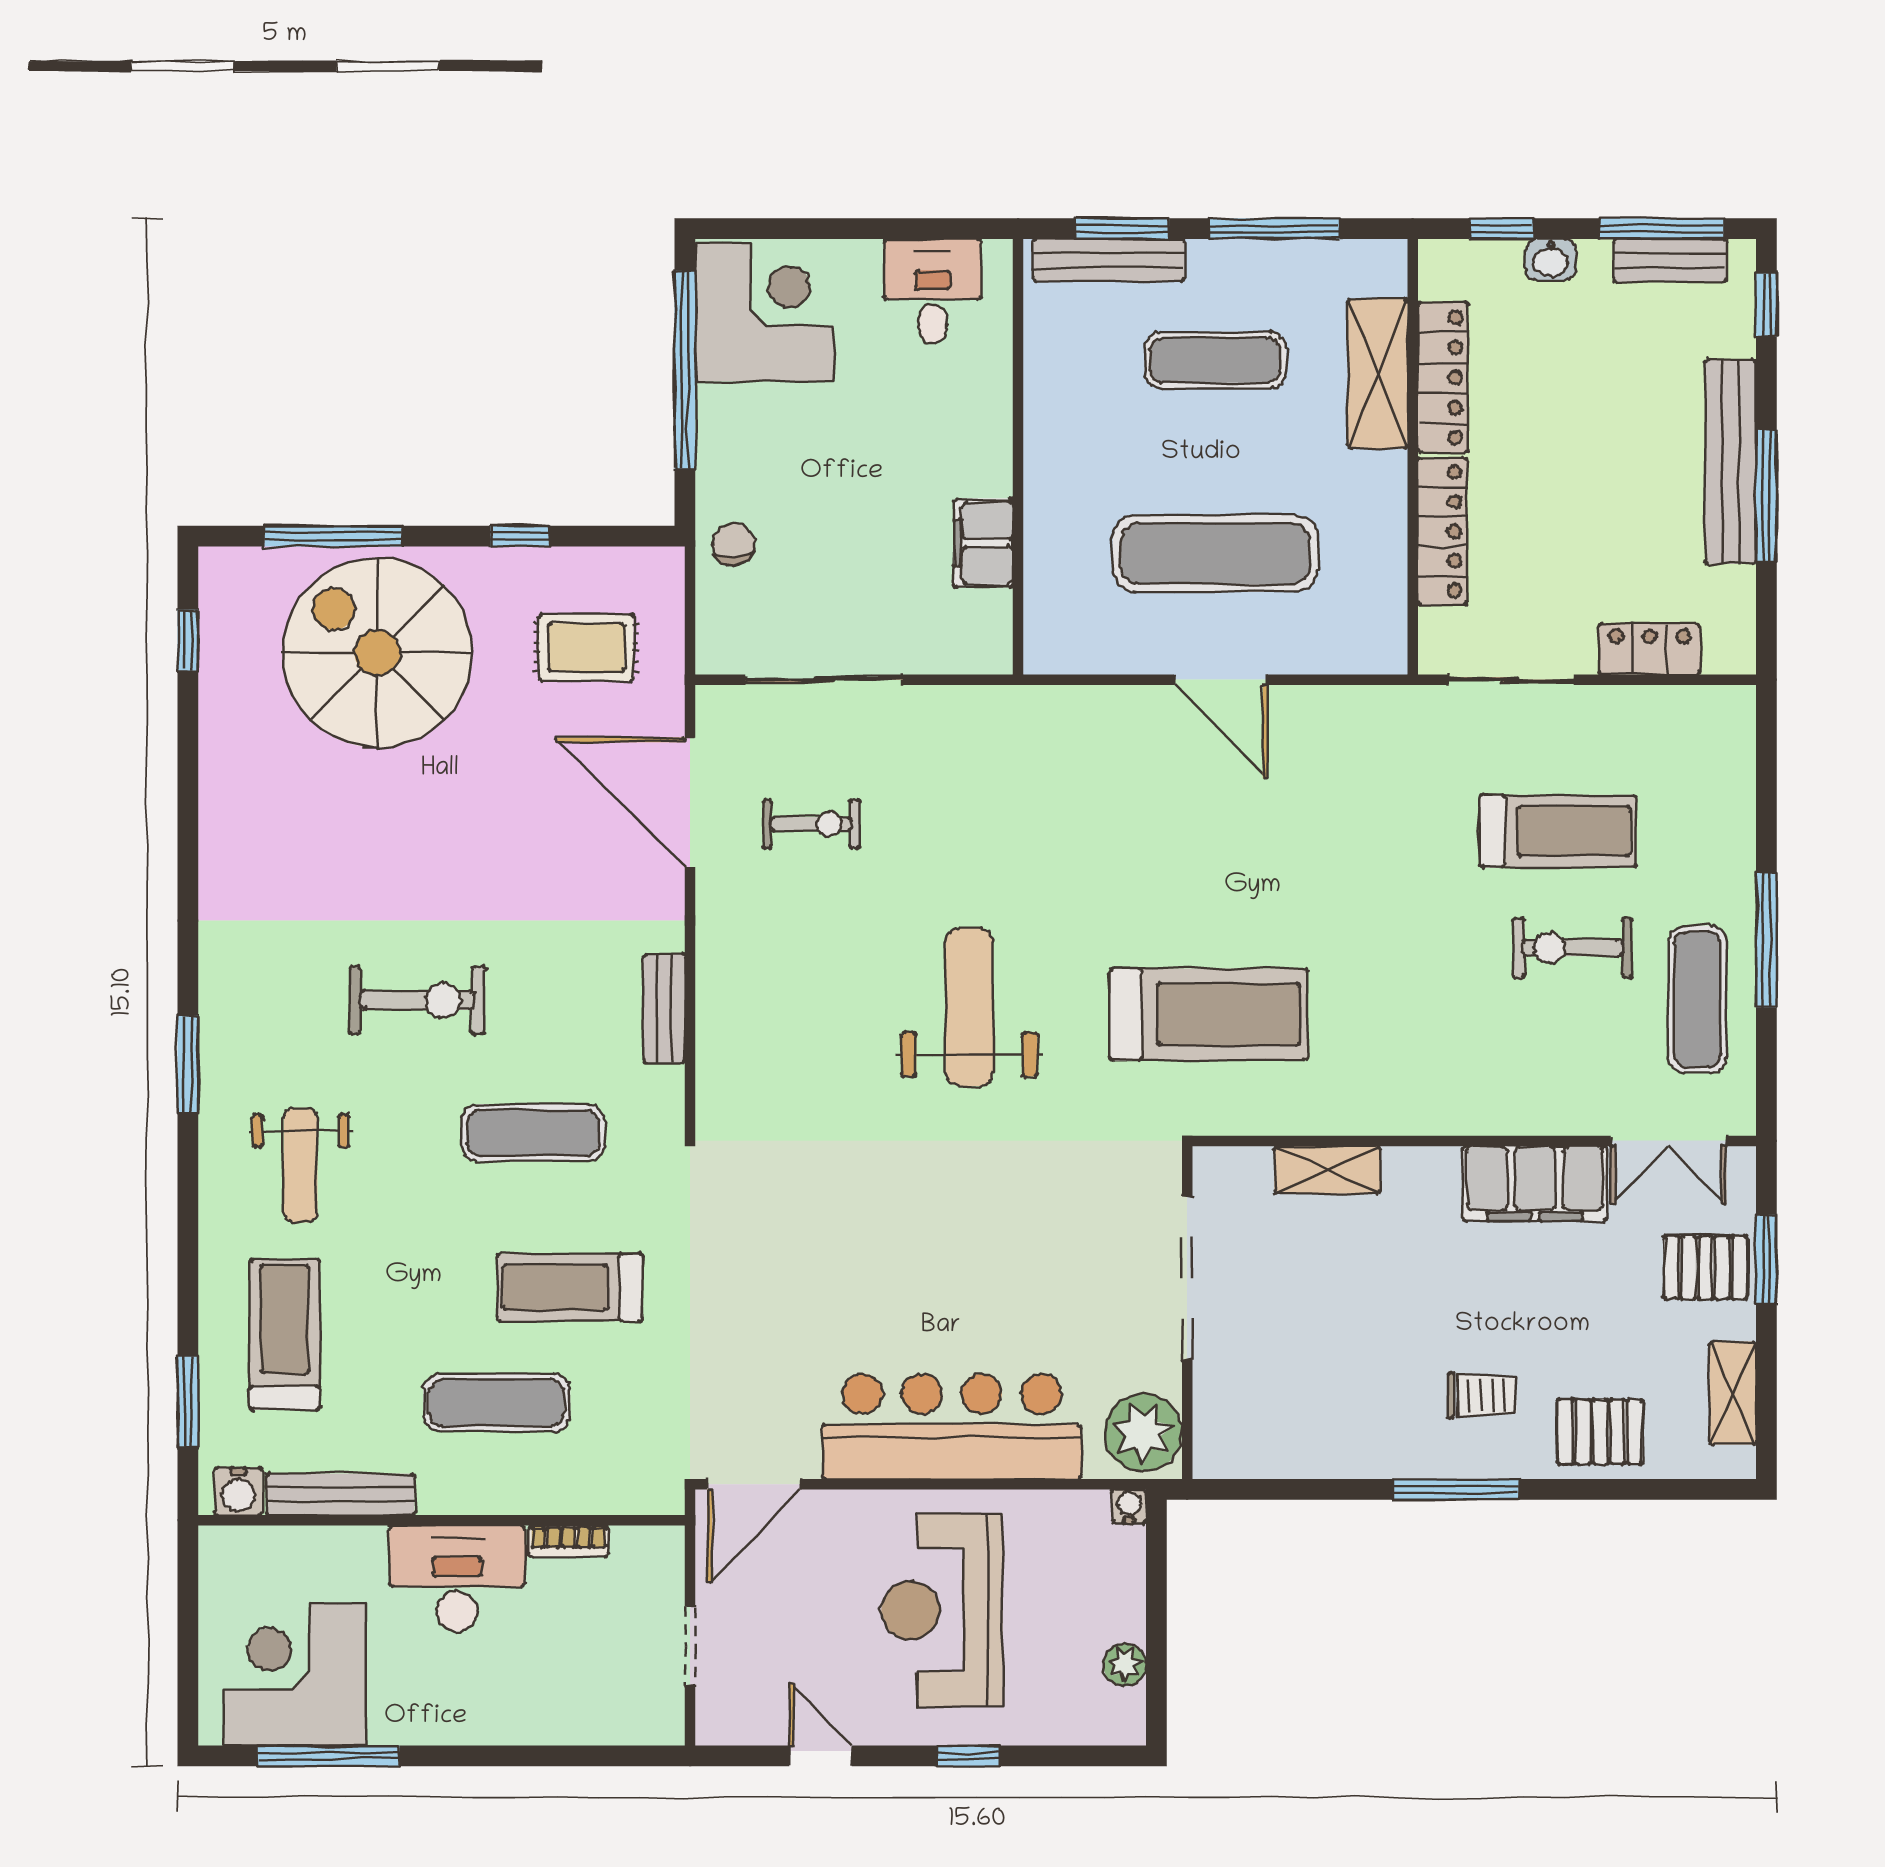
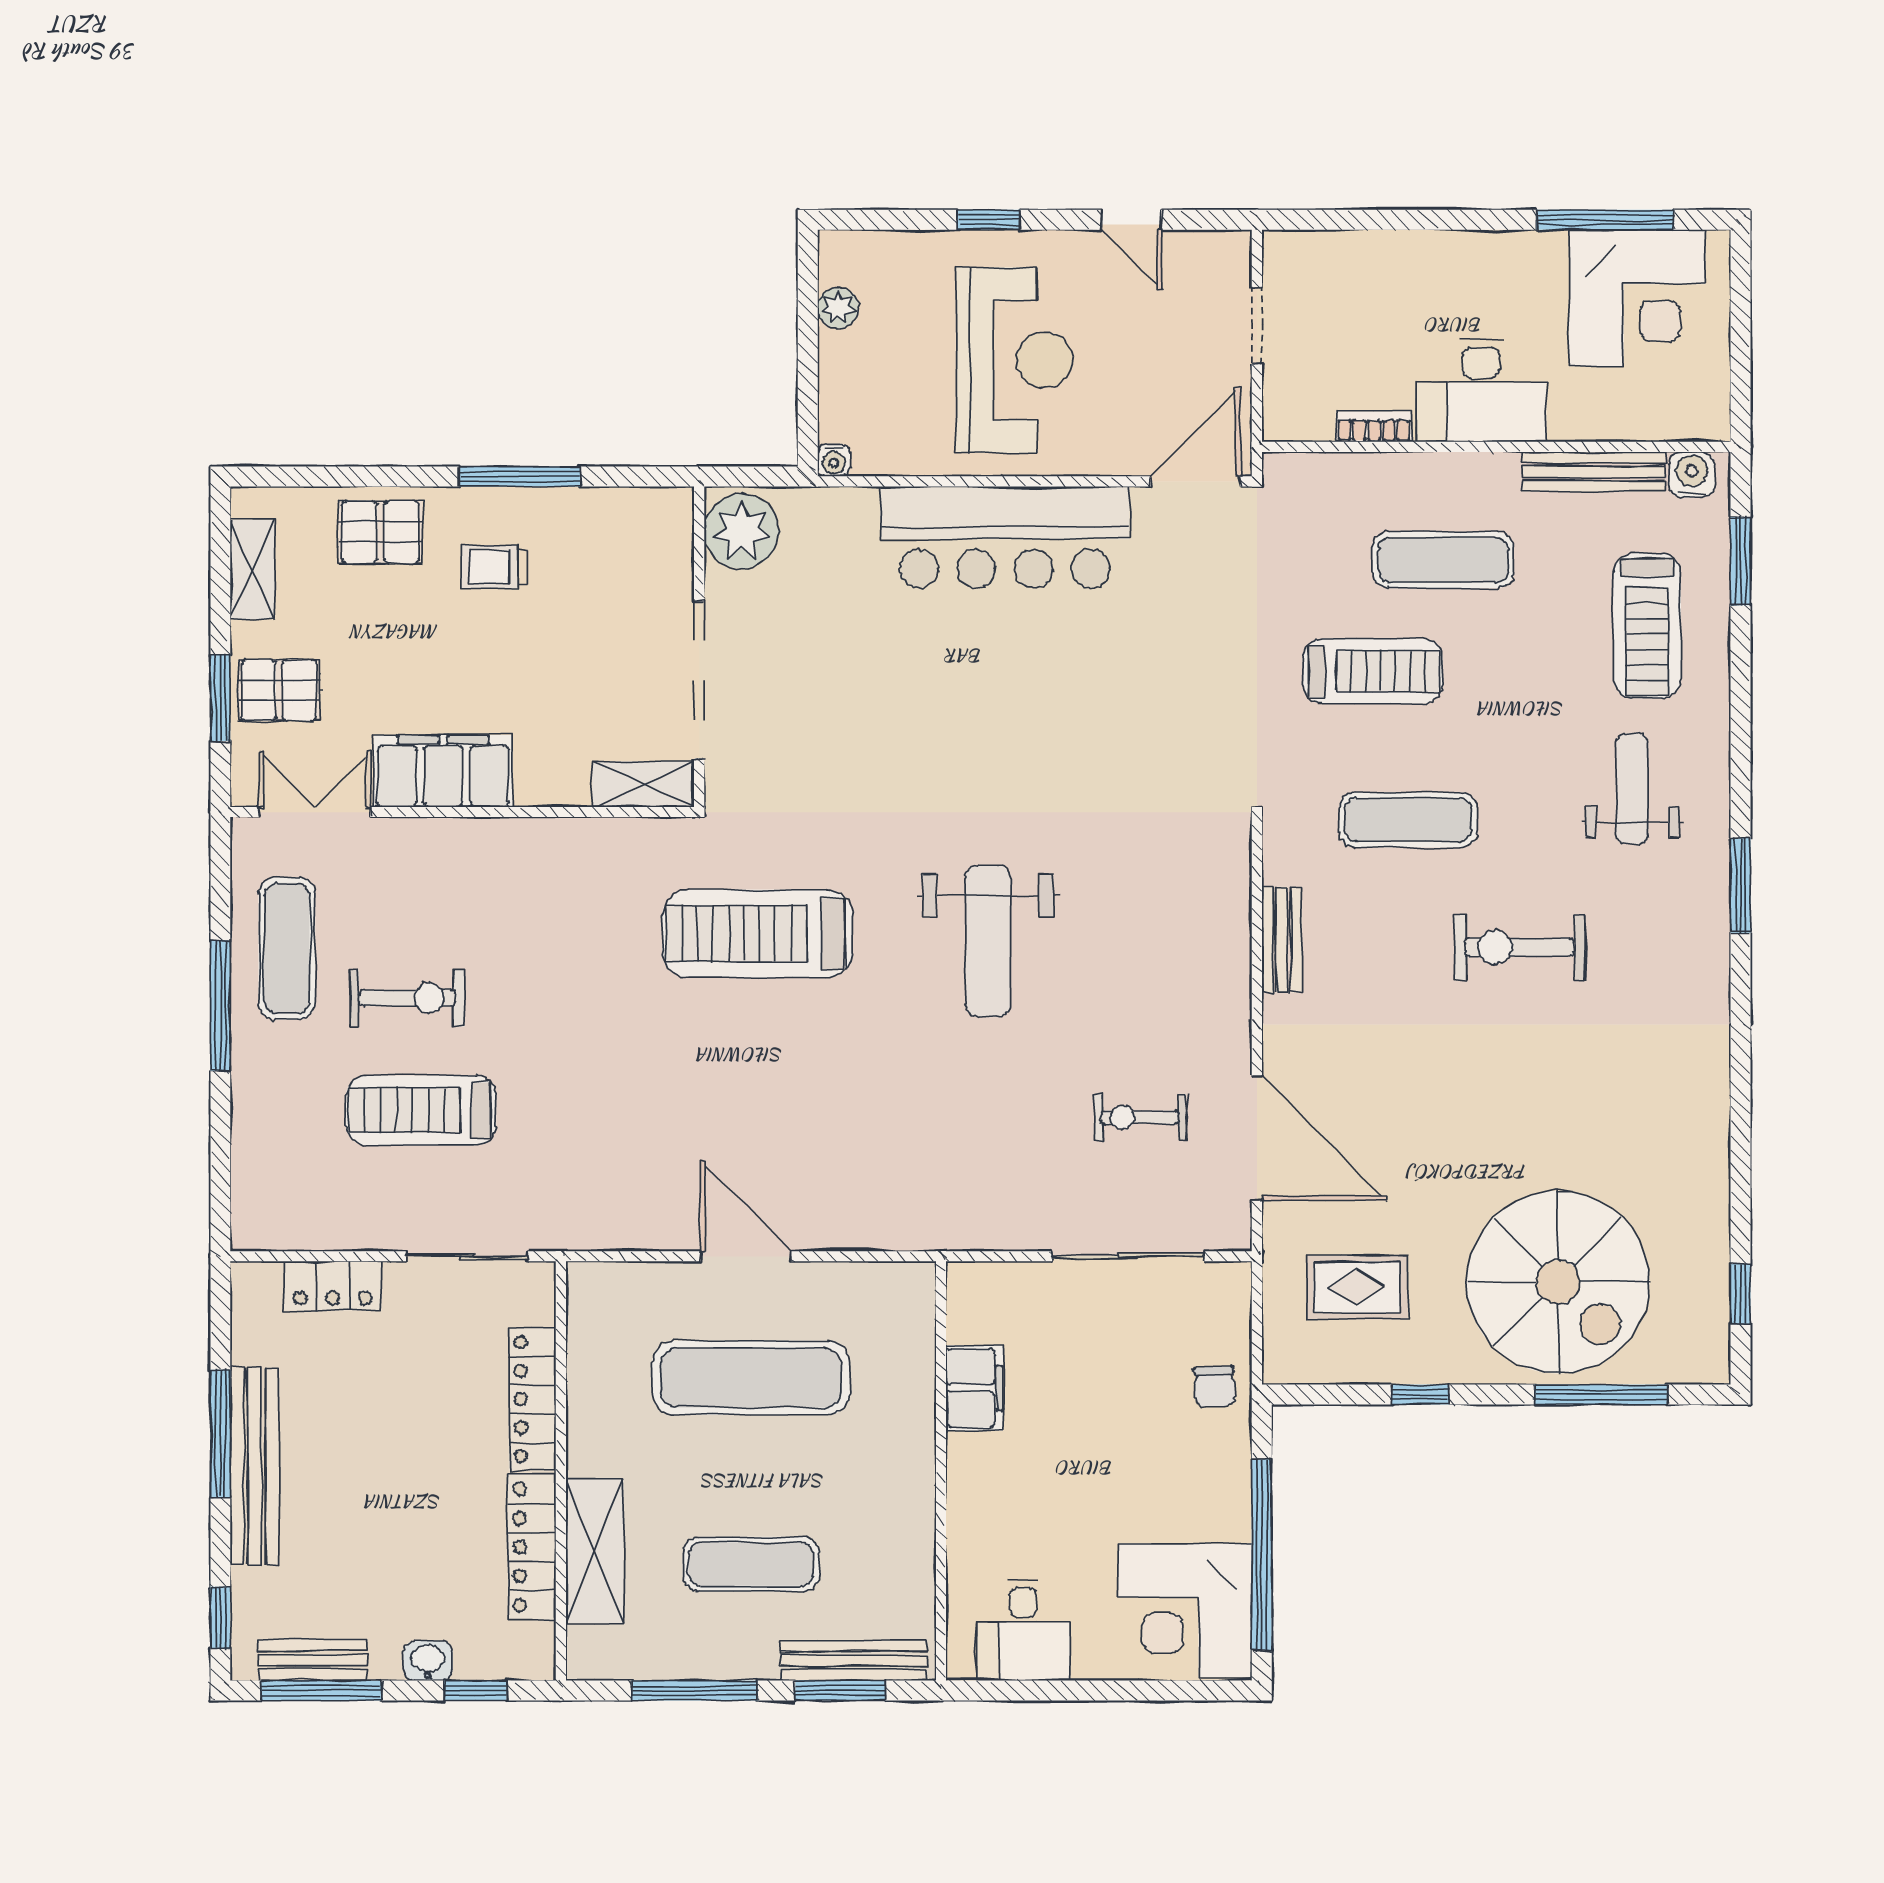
doorway: (1187, 1278) -> (699, 680), moved
wall: (1187, 1313) -> (699, 647), moved
plant: (1143, 1433) -> (741, 531), moved

